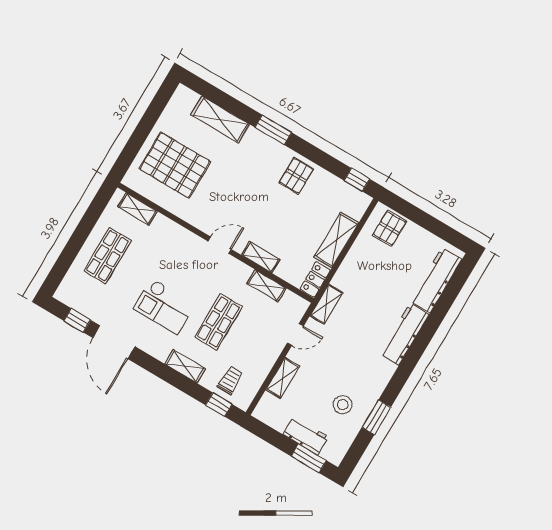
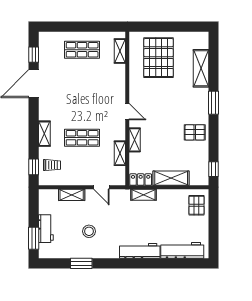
pallet: (390, 228) -> (196, 205), turned 90
shelving: (326, 304) -> (144, 195), moved
checkout: (164, 306) -> (72, 101), removed
stool: (343, 405) -> (89, 231), moved

